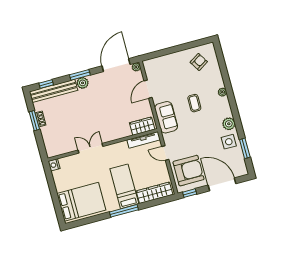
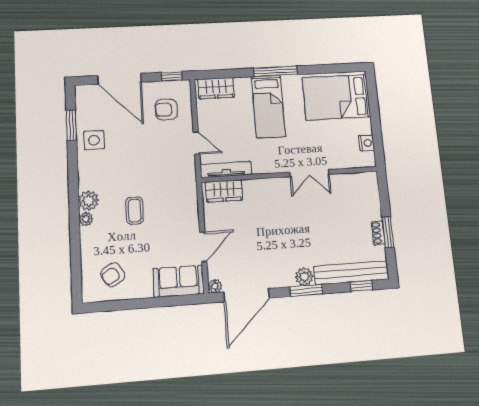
sofa: (166, 117) -> (178, 281), moved, turned 90
plant: (229, 124) -> (89, 200), moved
nightstand: (54, 165) -> (366, 143), moved
armchair: (189, 171) -> (166, 110), width x0.53, depth x0.53
wardrobe: (155, 193) -> (216, 88), width x0.67

